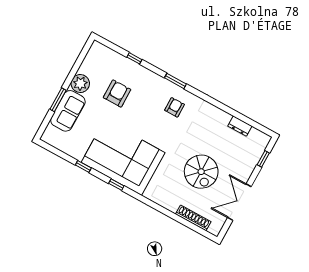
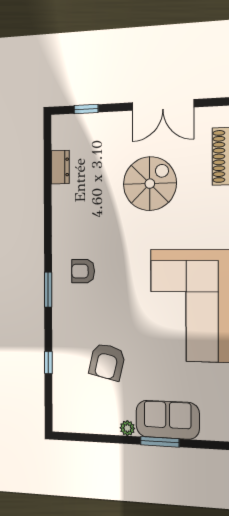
plant: (80, 84) -> (127, 428), width x0.53, depth x0.53
armchair: (117, 94) -> (107, 362), turned -77

